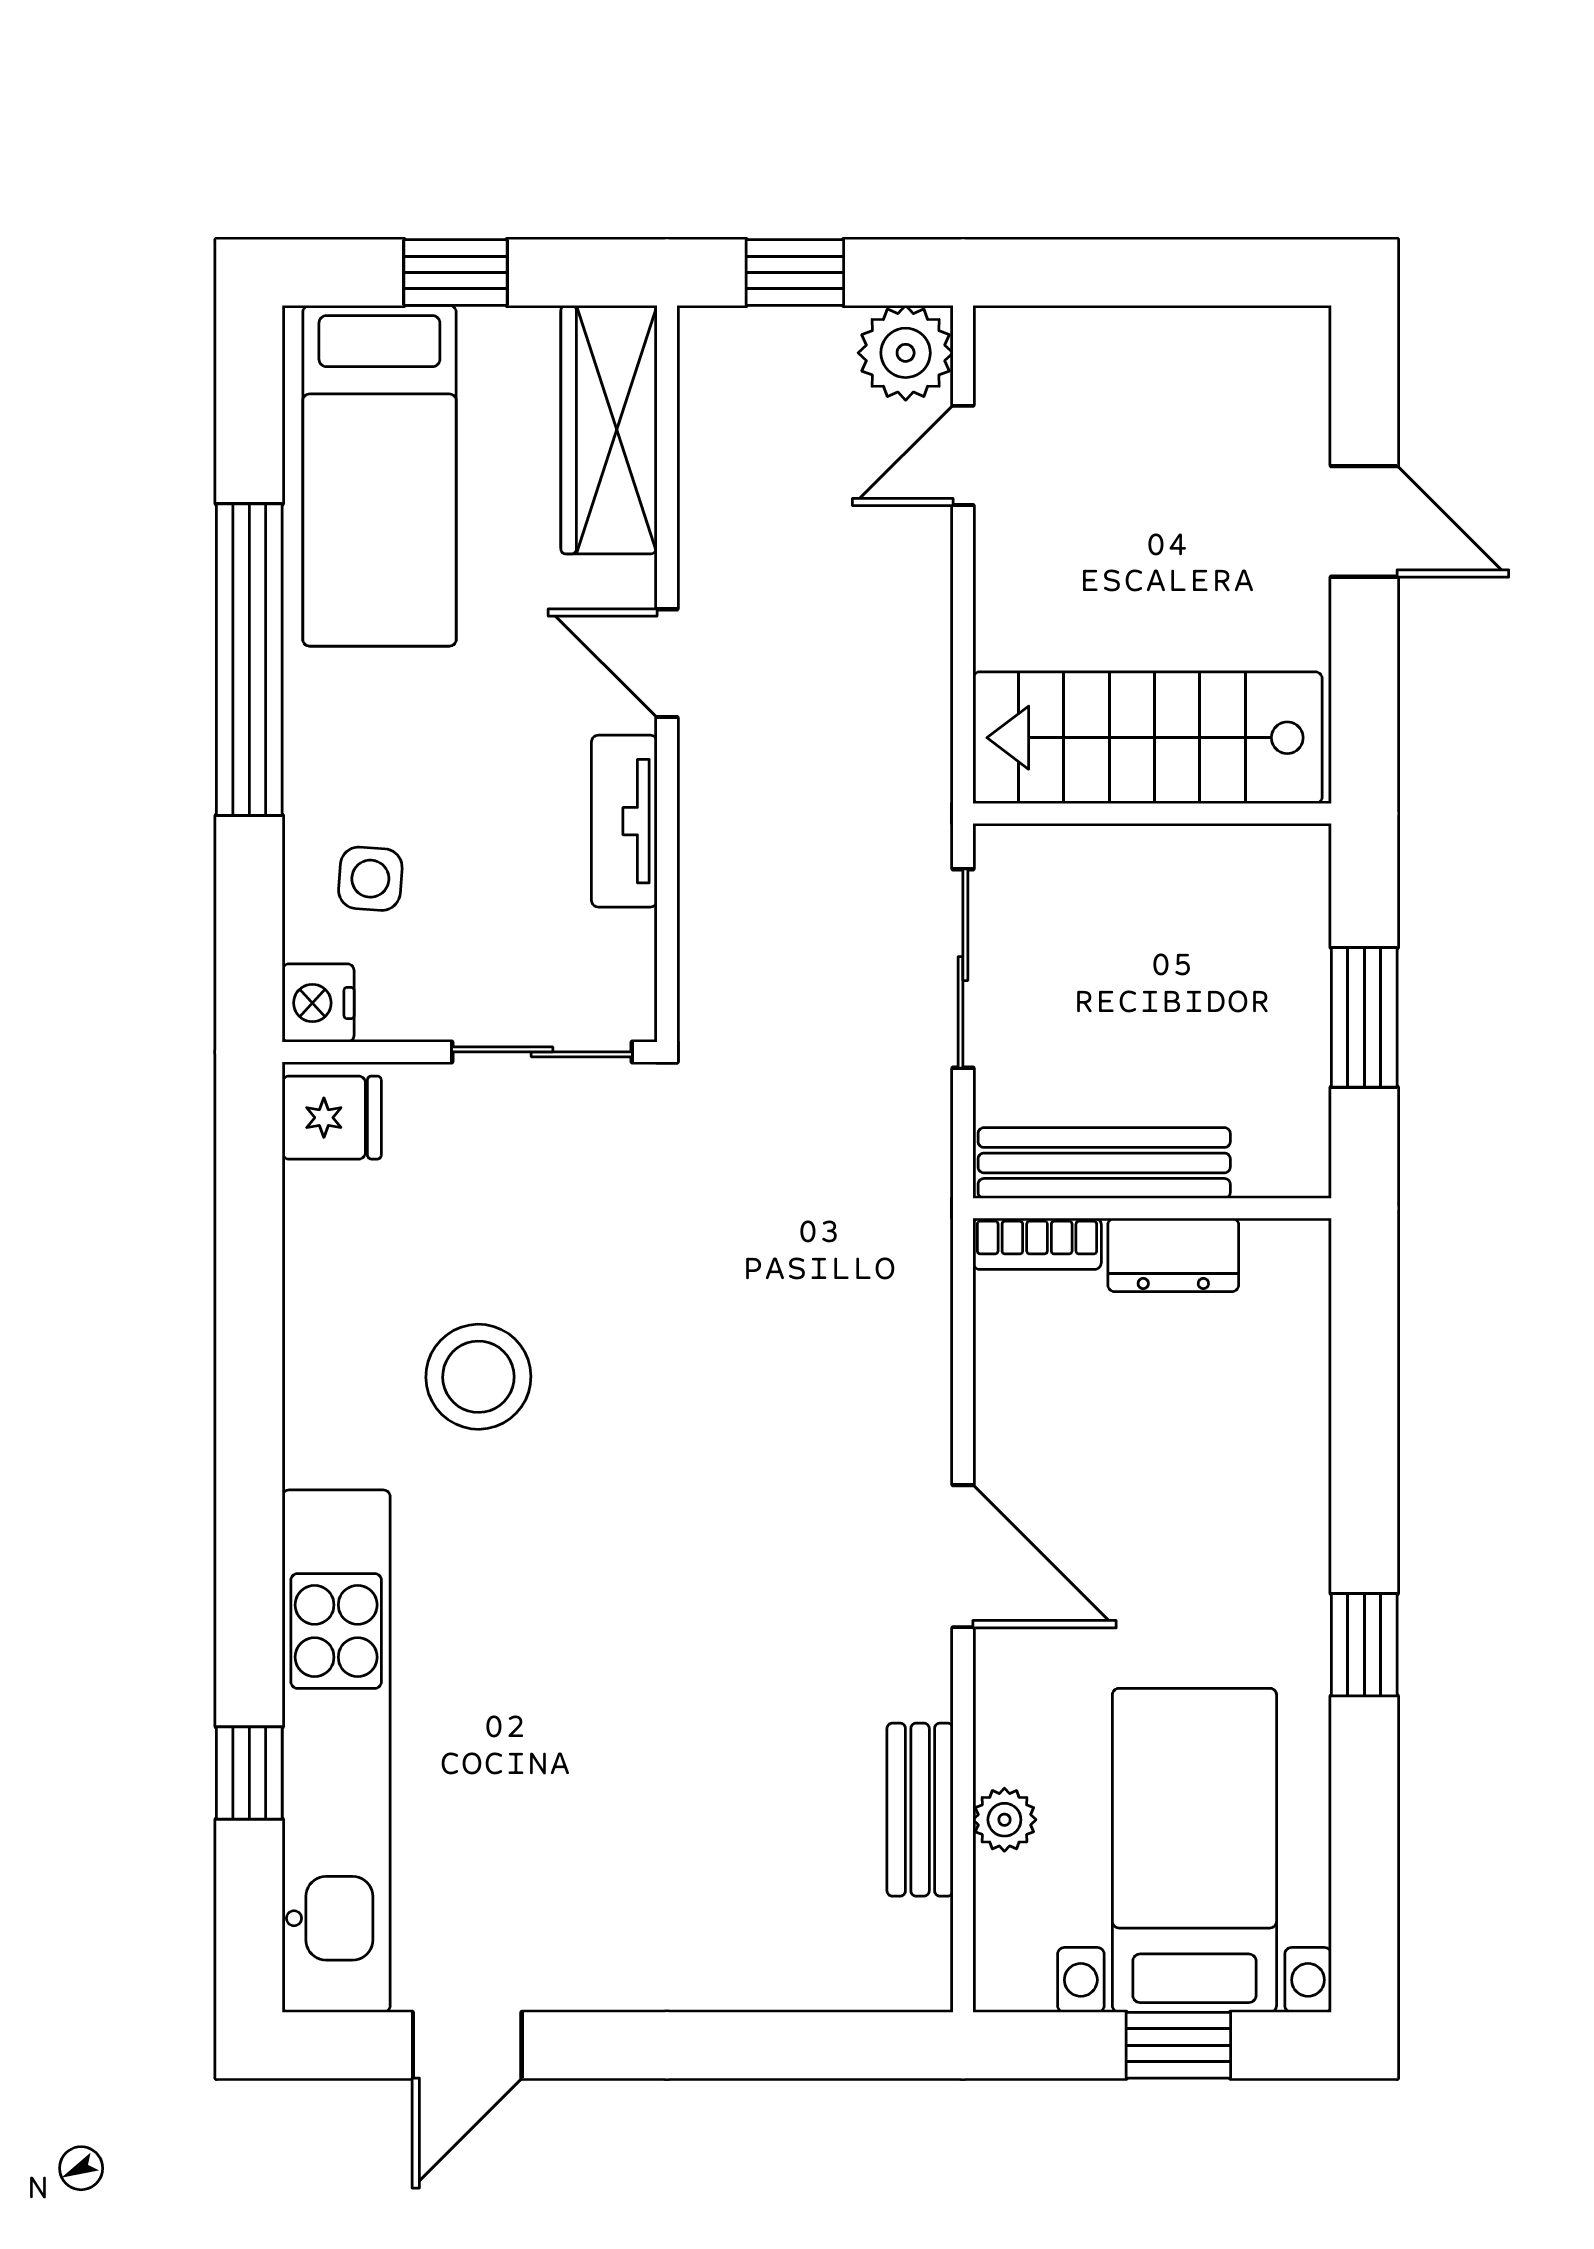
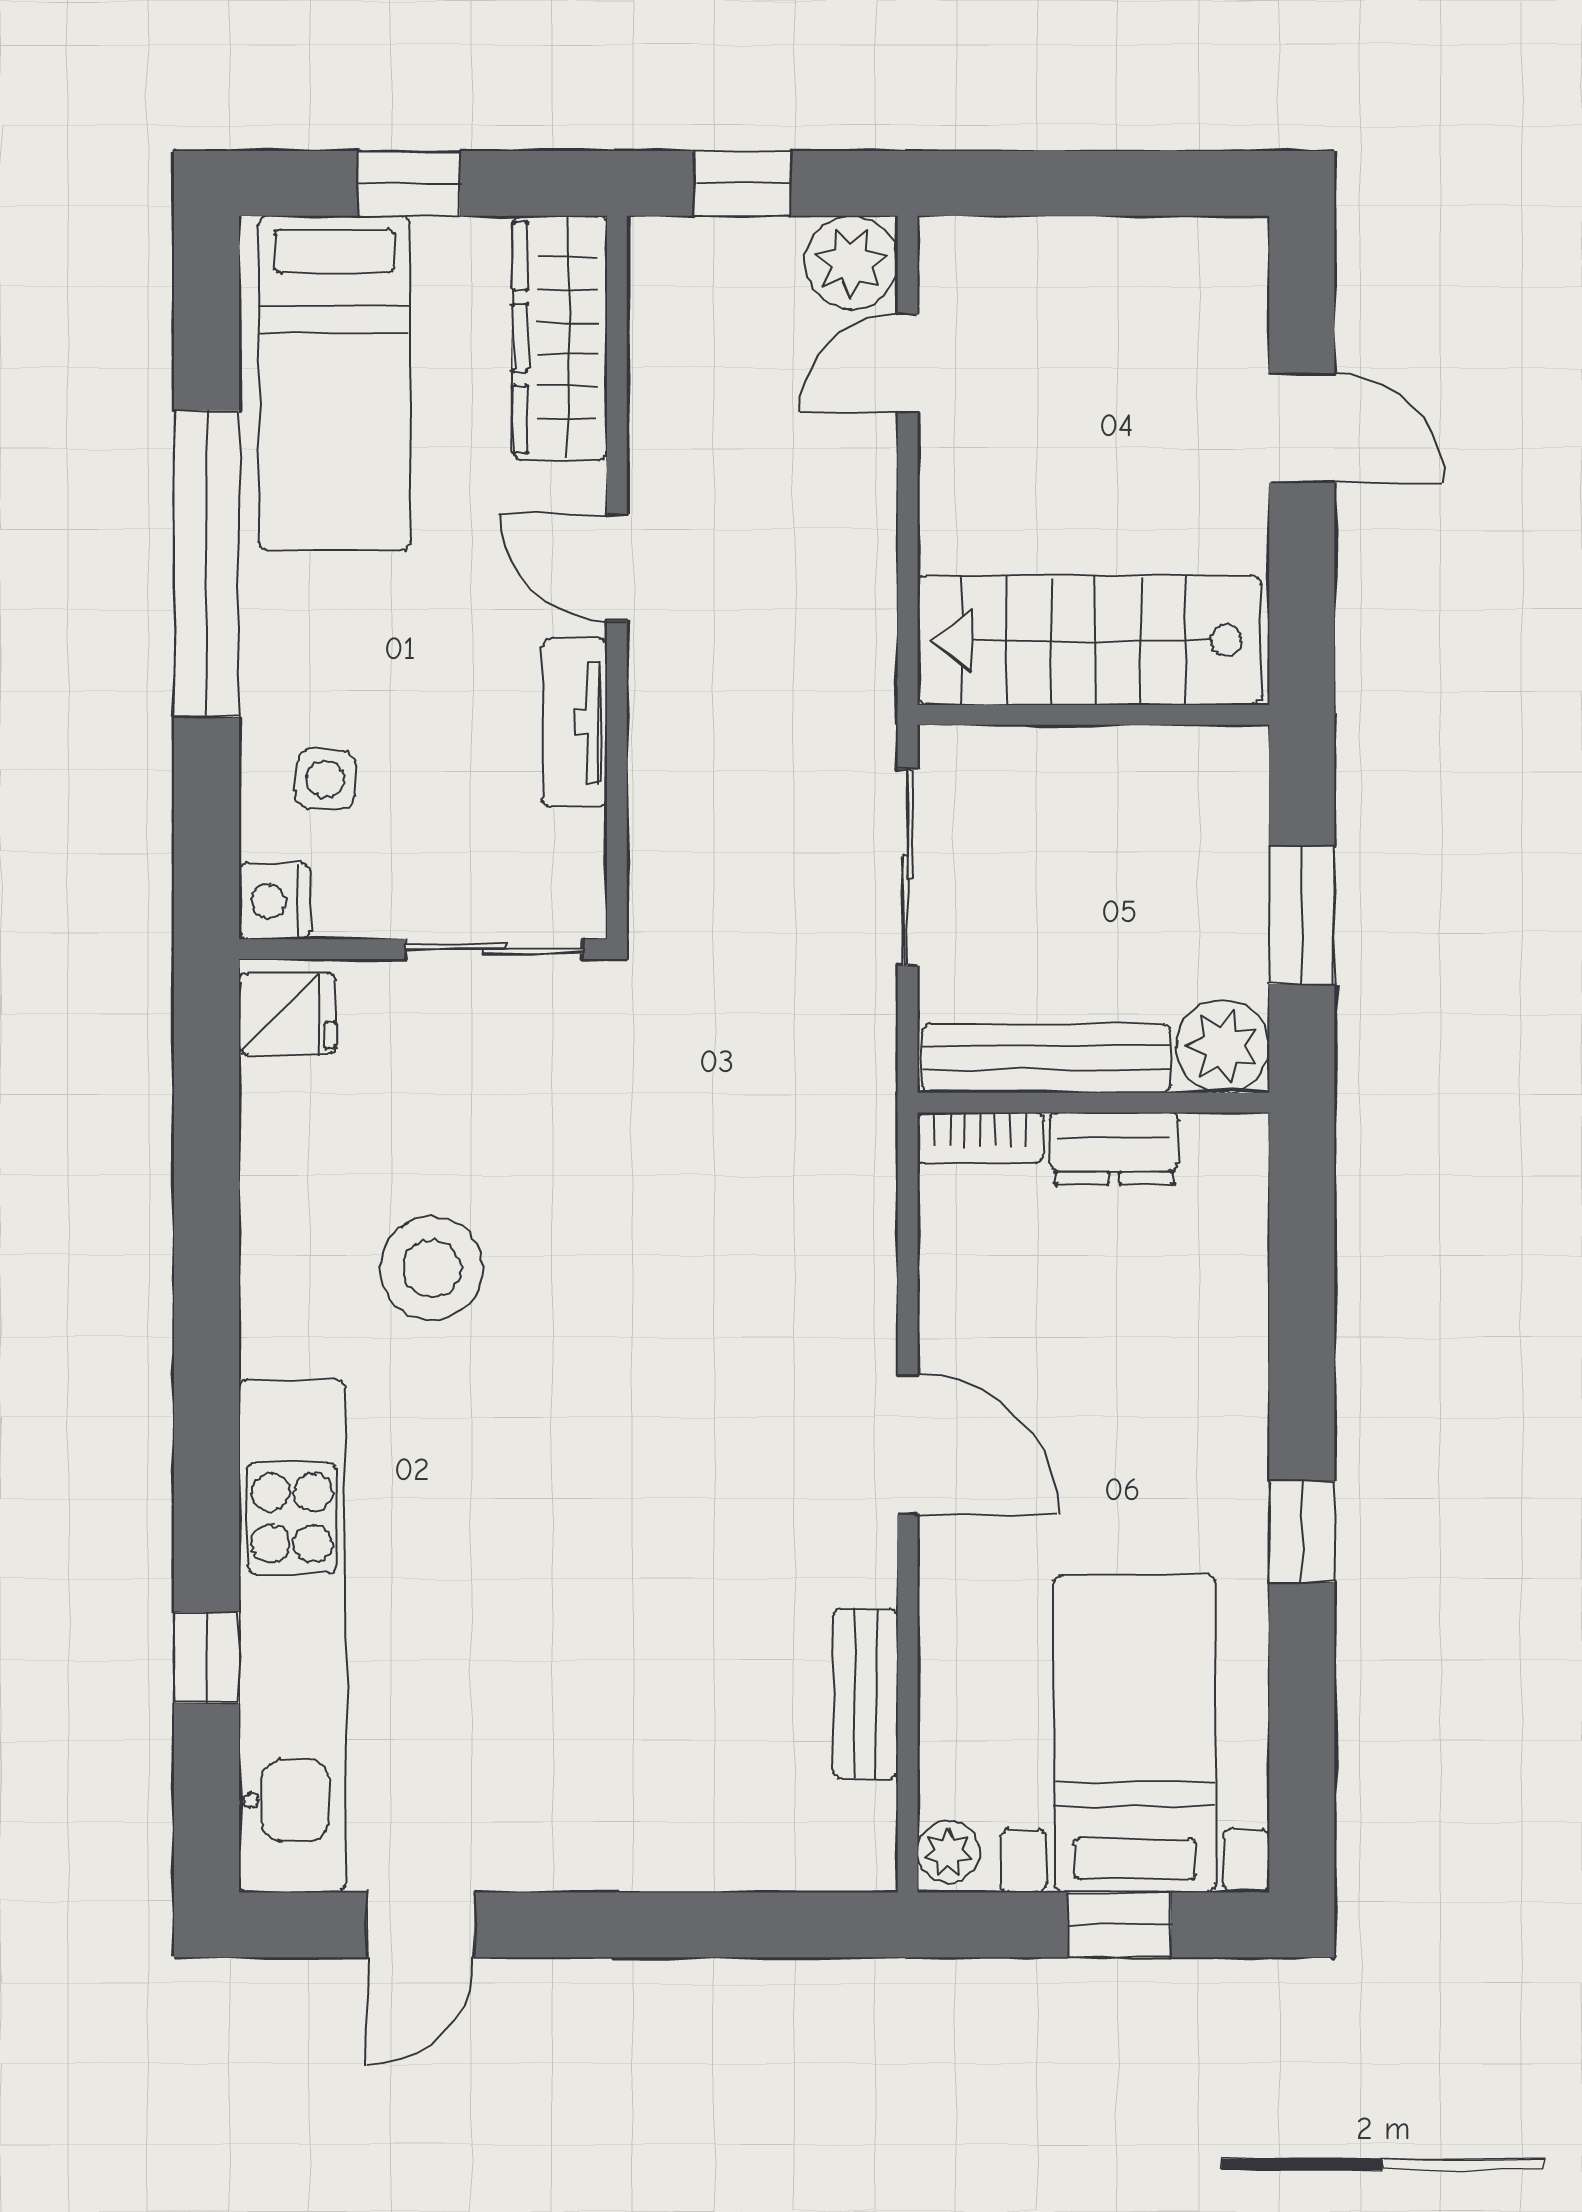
plant: (1284, 1151) -> (1223, 1047), added
plant: (1004, 1820) -> (948, 1852), moved

